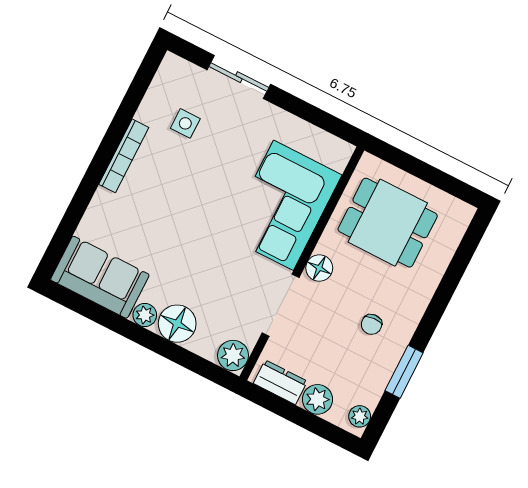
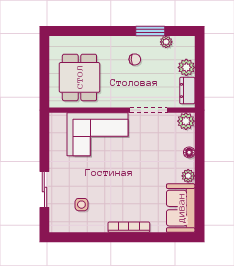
bookcase: (124, 156) -> (129, 227), moved
floor lamp: (319, 268) -> (120, 100), removed
floor lamp: (177, 324) -> (189, 152), width x0.53, depth x0.53
plant: (360, 416) -> (166, 42), moved

